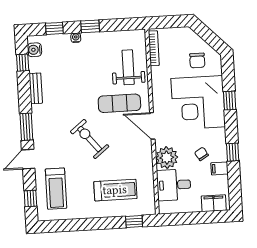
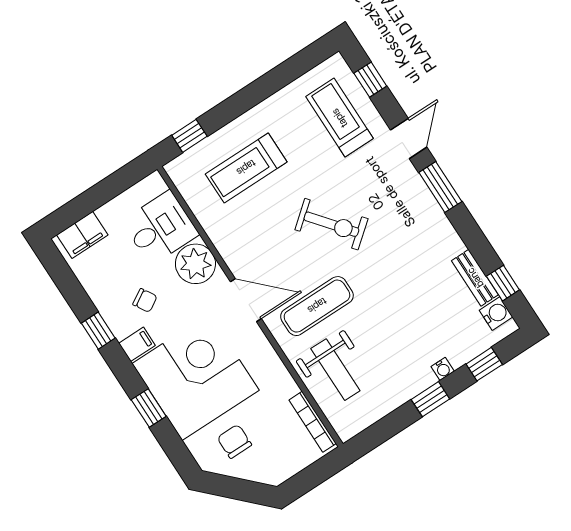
bench: (36, 88) -> (475, 278), moved
filing cabinet: (219, 168) -> (137, 344), moved

